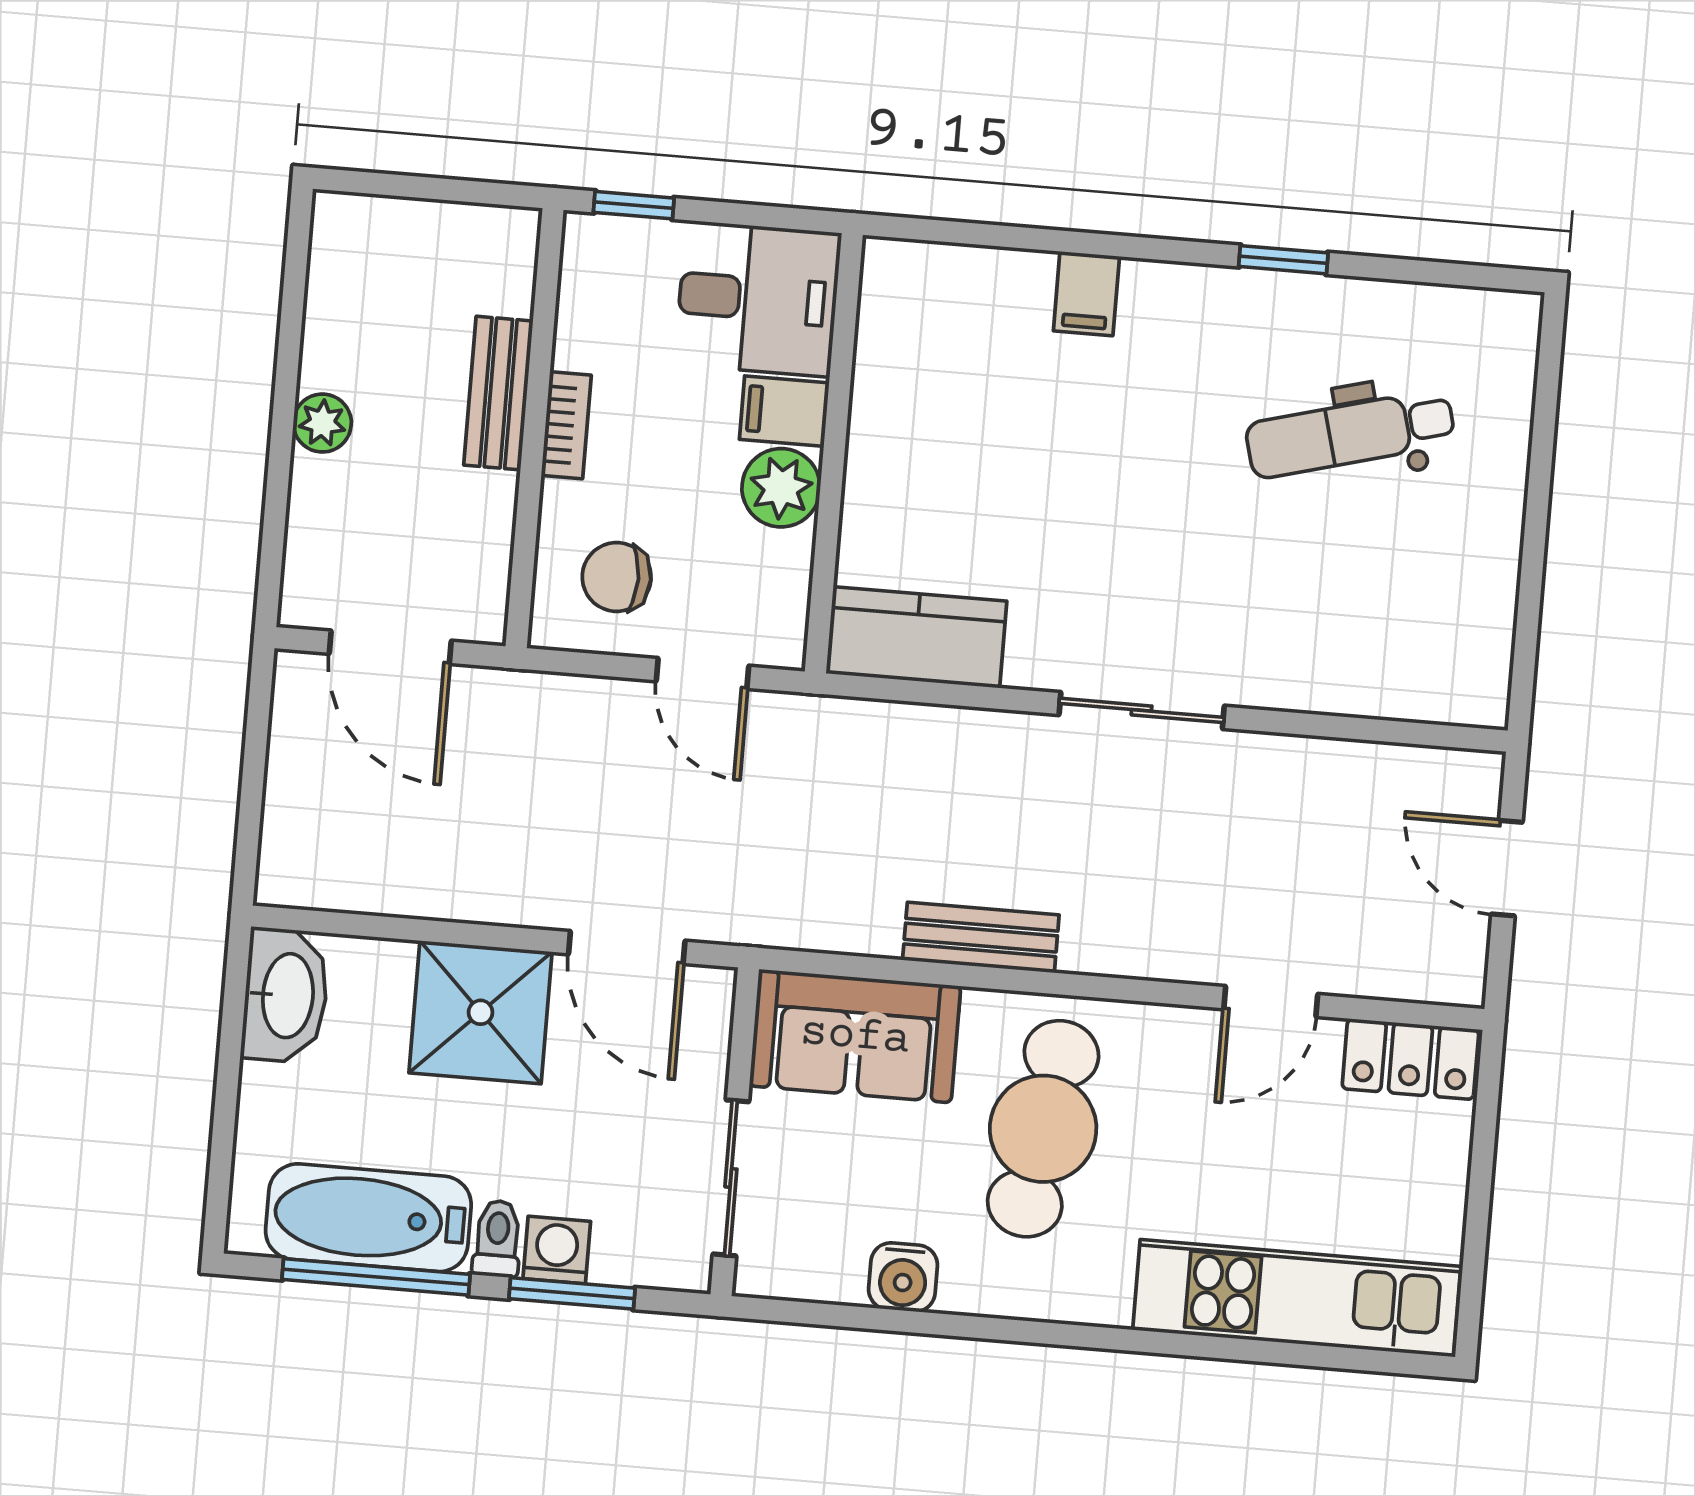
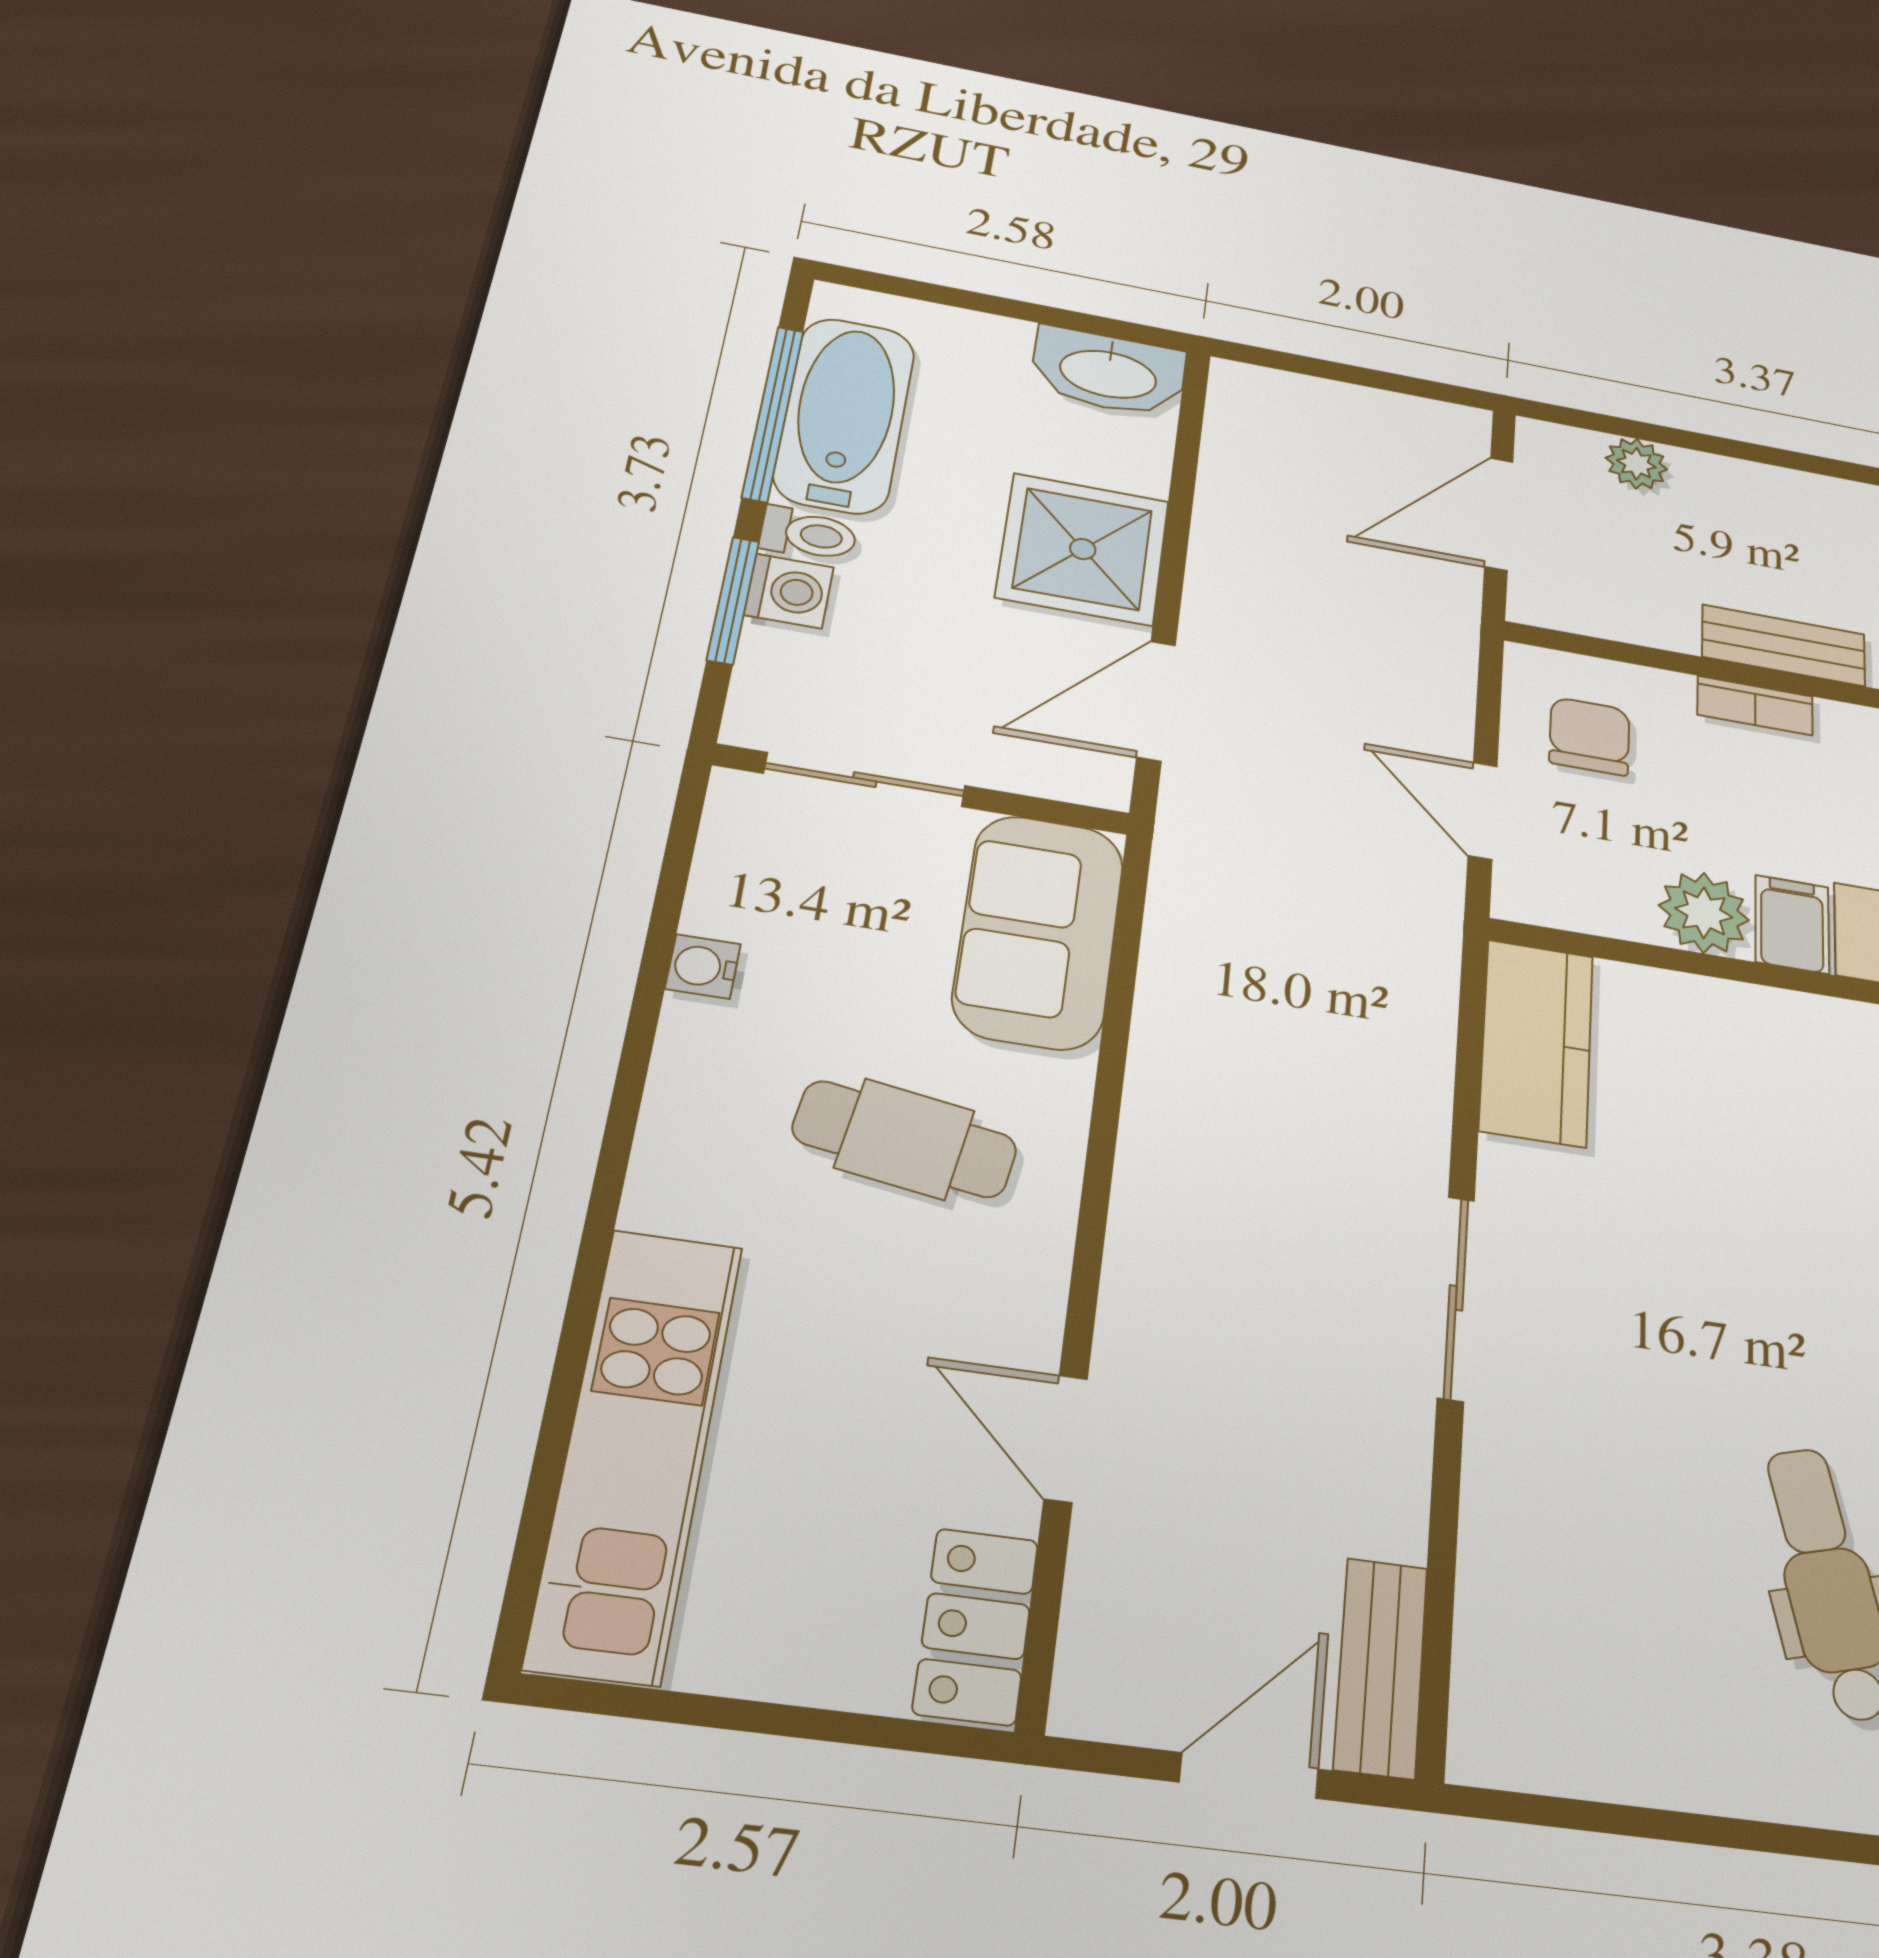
plant: (322, 423) -> (1636, 464), moved
door: (702, 674) -> (1483, 811), hinge flipped
bench: (981, 938) -> (1381, 1668), moved
cafe table: (1043, 1129) -> (905, 1139), width x0.73, depth x0.74
water cooler: (903, 1277) -> (703, 966), width x0.72, depth x0.72

